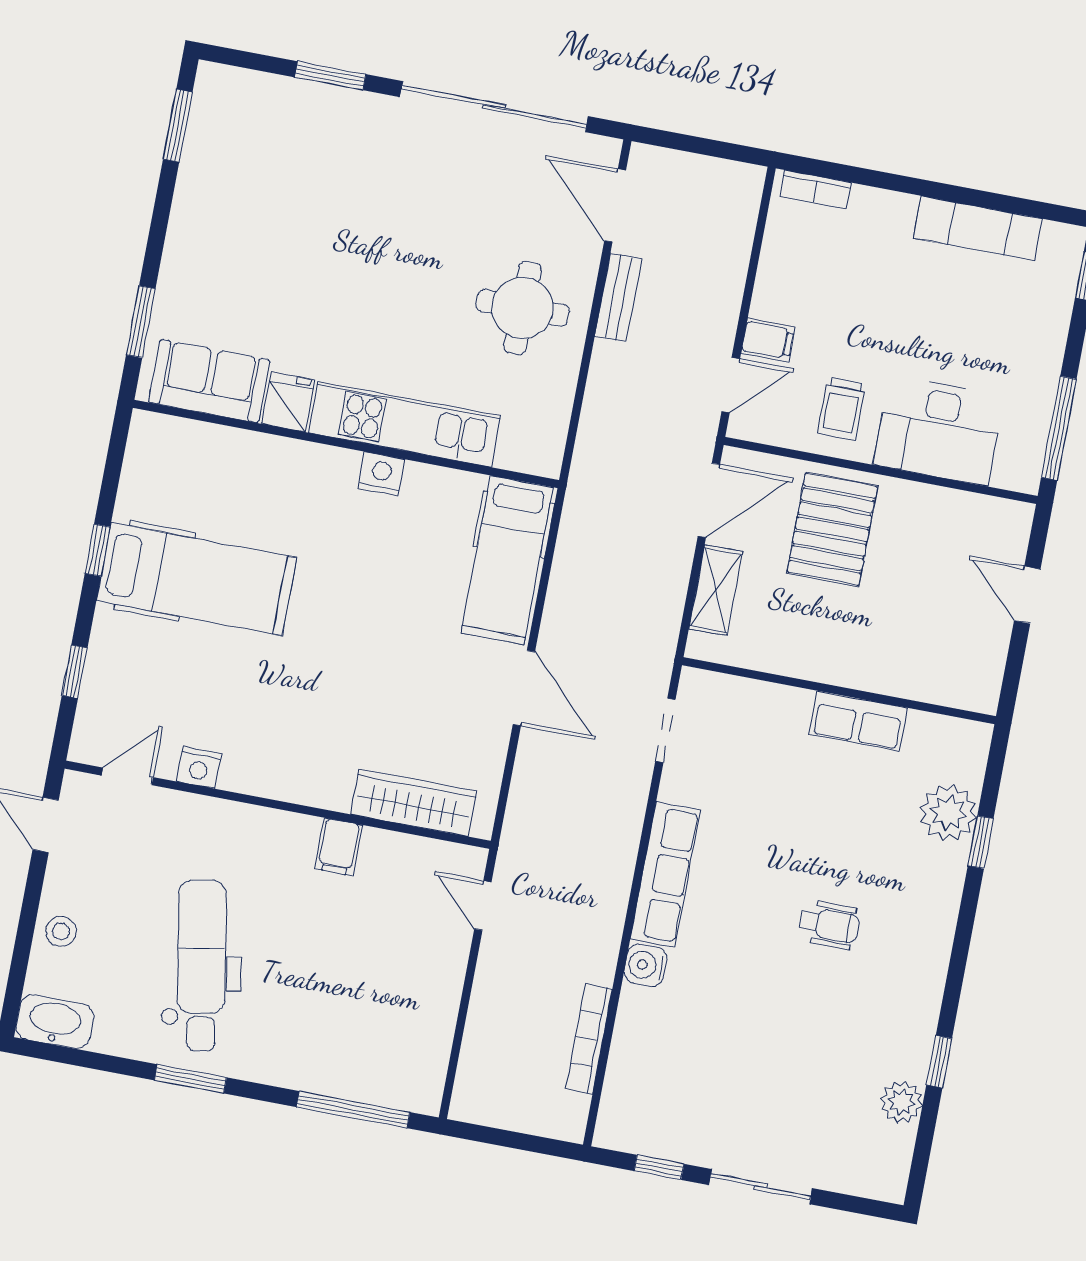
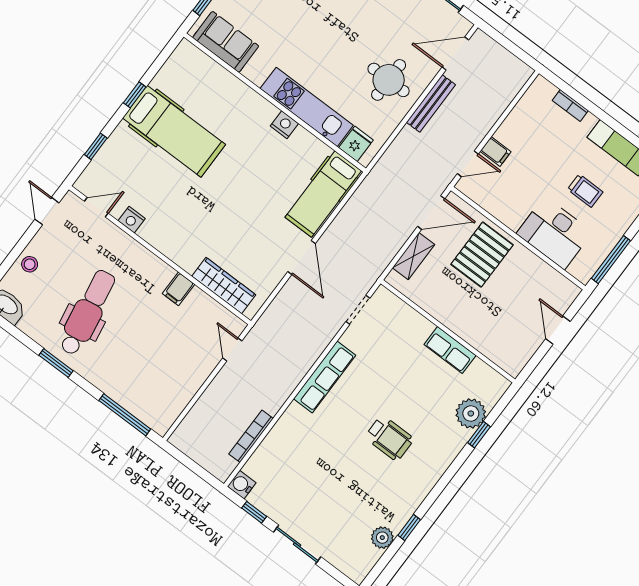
bookcase: (816, 189) -> (570, 106), moved
door: (615, 205) -> (455, 53), hinge flipped
bench: (618, 297) -> (431, 103), width x1.36
fridge: (288, 402) -> (356, 144), moved
trolley: (842, 409) -> (585, 191), moved, turned -90
wheelchair: (829, 925) -> (389, 438), width x1.36, depth x1.37
water cooler: (645, 965) -> (242, 485), moved

